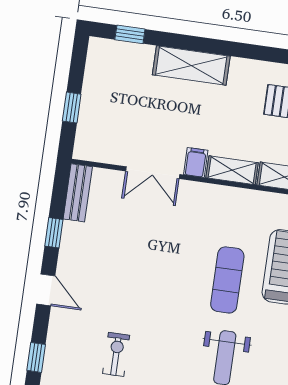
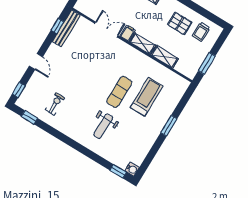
double door: (153, 173) -> (106, 29), swing flipped
bench: (78, 193) -> (66, 28), width x1.36
window: (54, 233) -> (58, 26), moved

